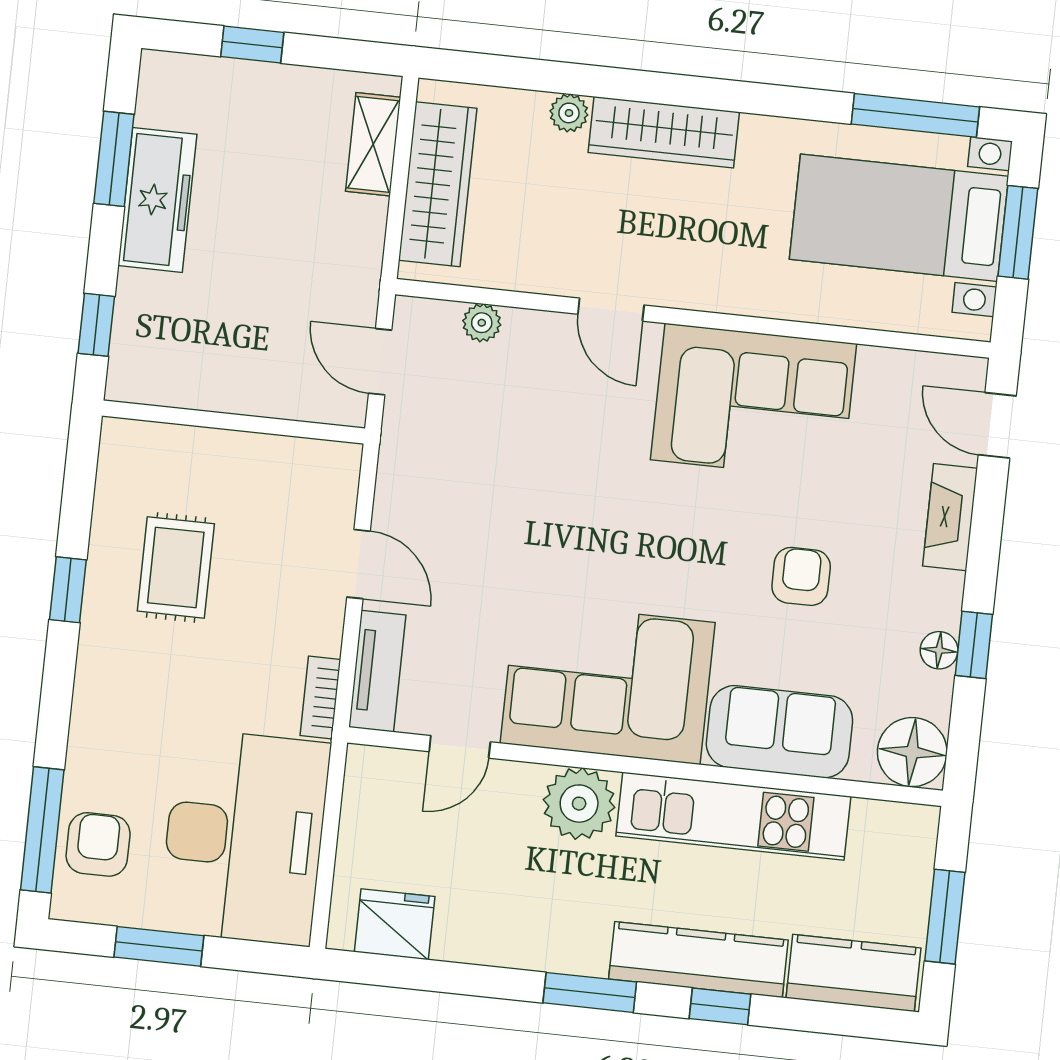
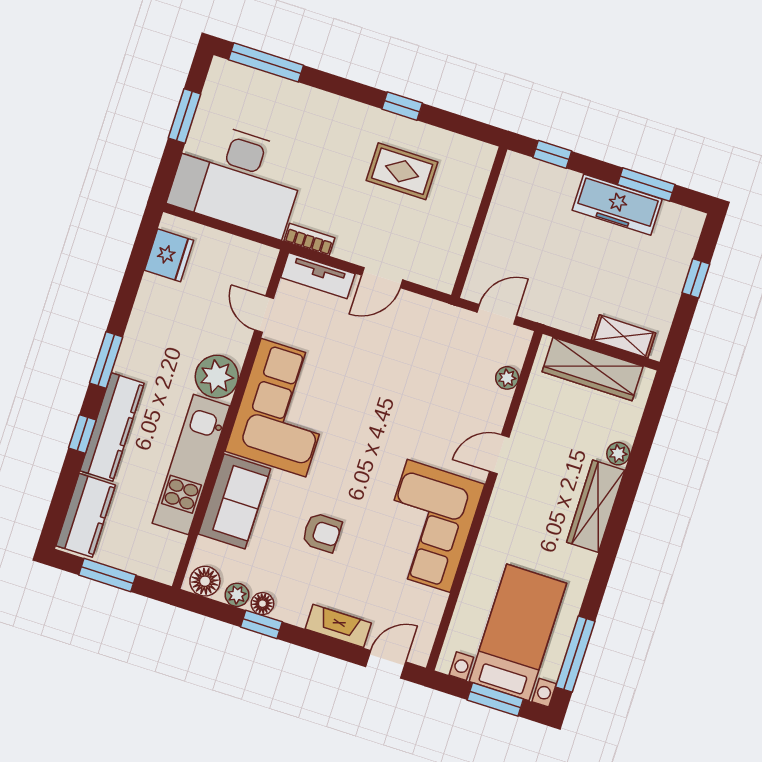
plant: (933, 695) -> (237, 595), added
floor lamp: (912, 752) -> (205, 581), width x0.73, depth x0.73
armchair: (98, 844) -> (251, 93), removed

